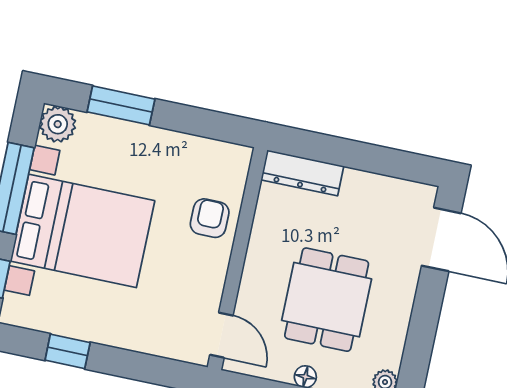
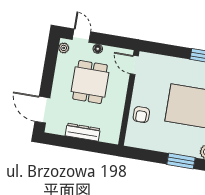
dresser: (302, 173) -> (83, 132), moved

